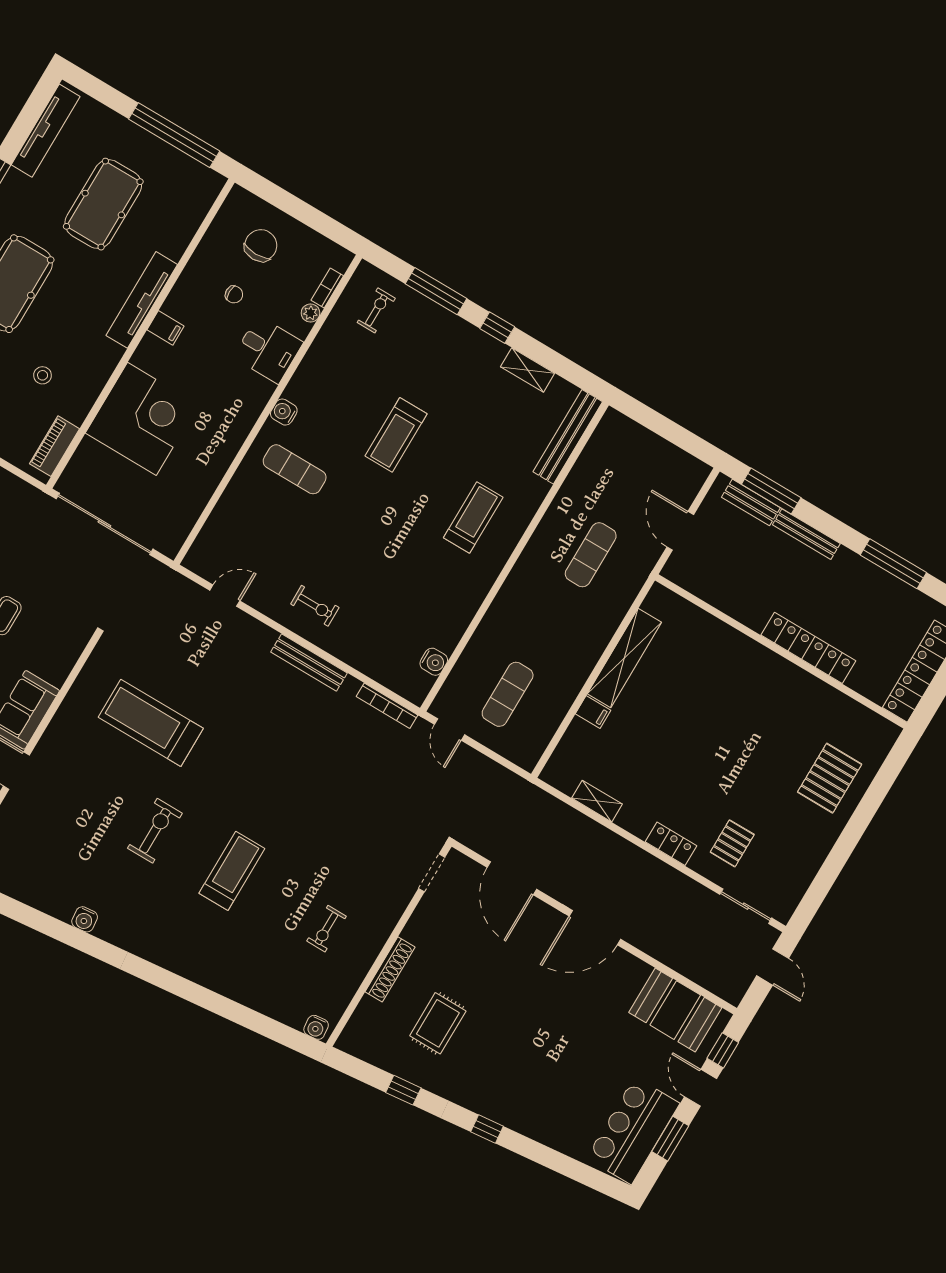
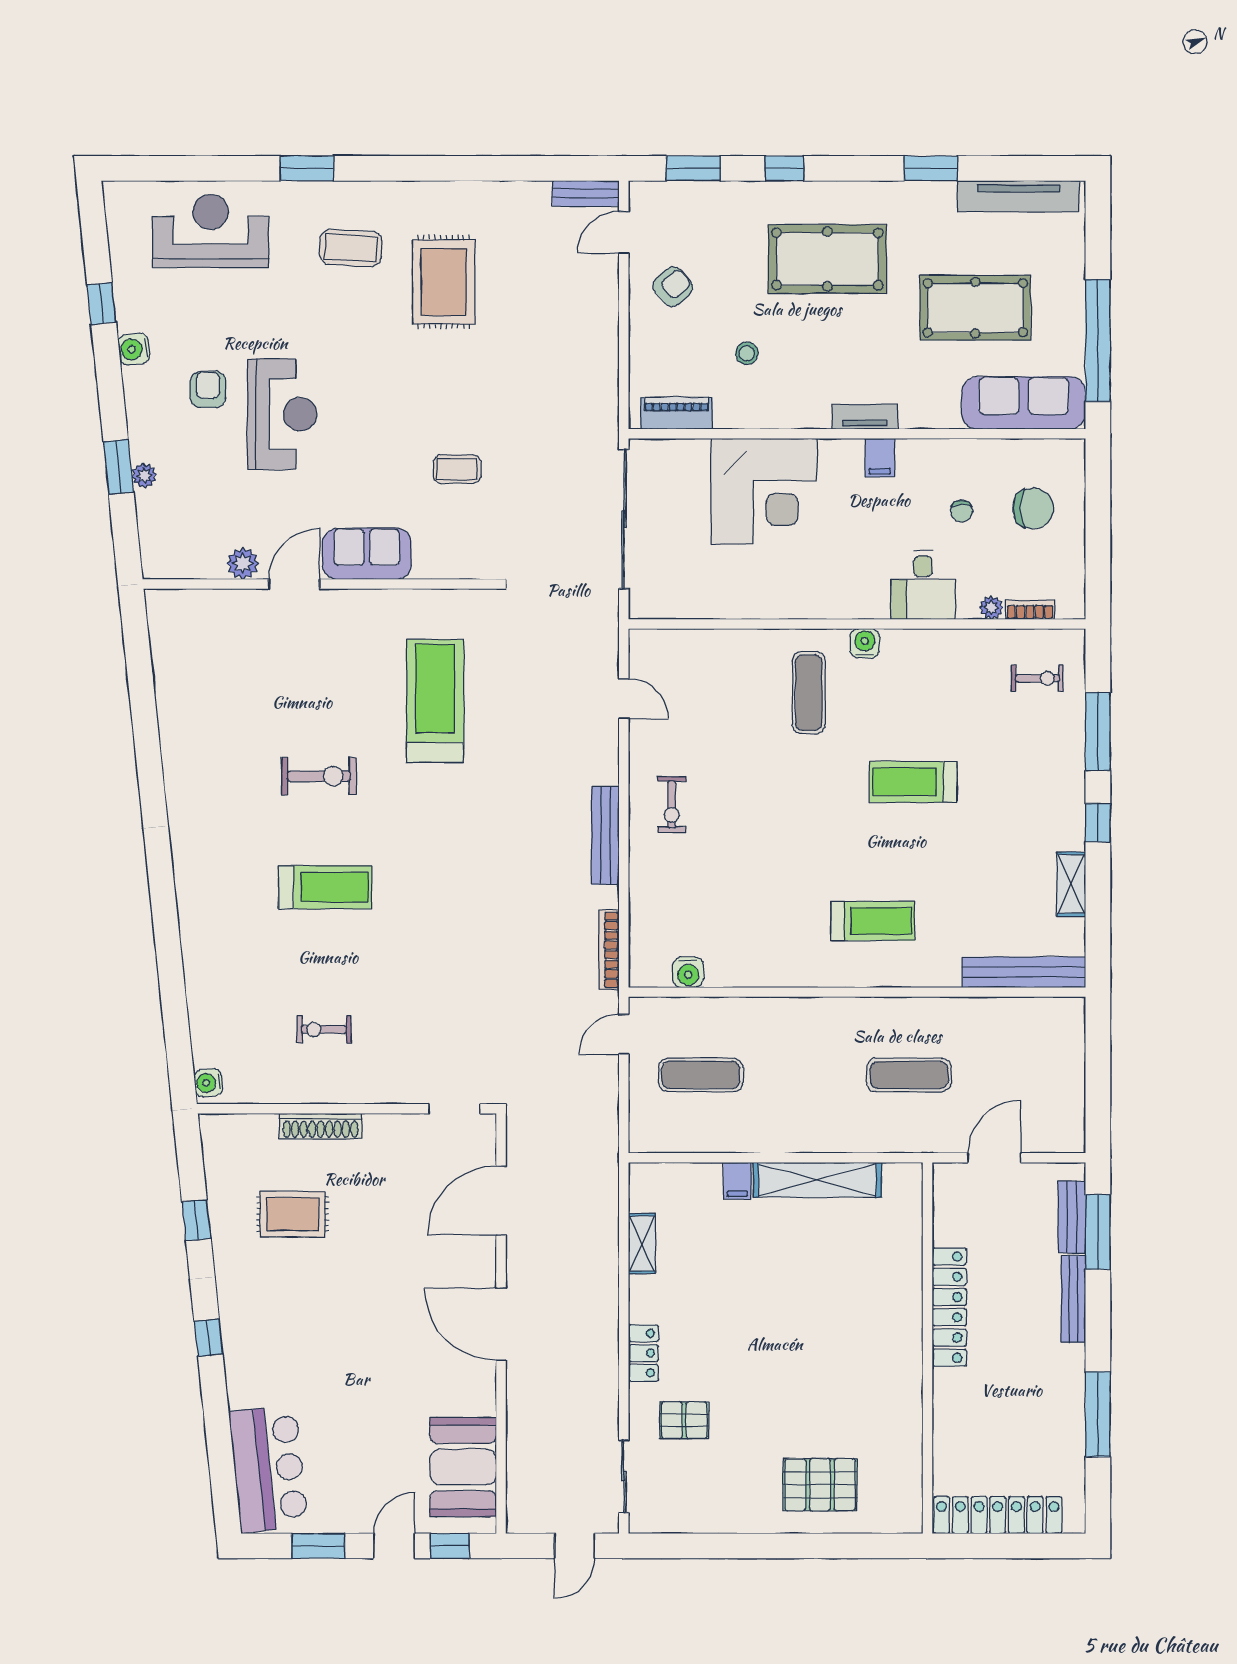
sofa: (186, 210) -> (1024, 403), added
tv unit: (142, 300) -> (865, 417), width x0.52, depth x0.78
locker: (808, 648) -> (949, 1307), moved
water cooler: (85, 919) -> (175, 757), removed
bar counter: (633, 1131) -> (268, 1469), moved, turned 84

